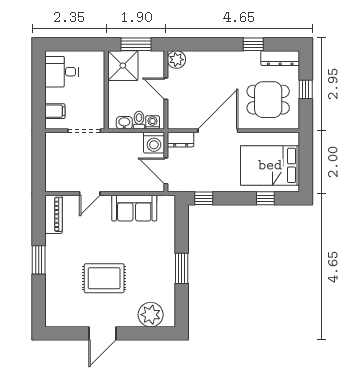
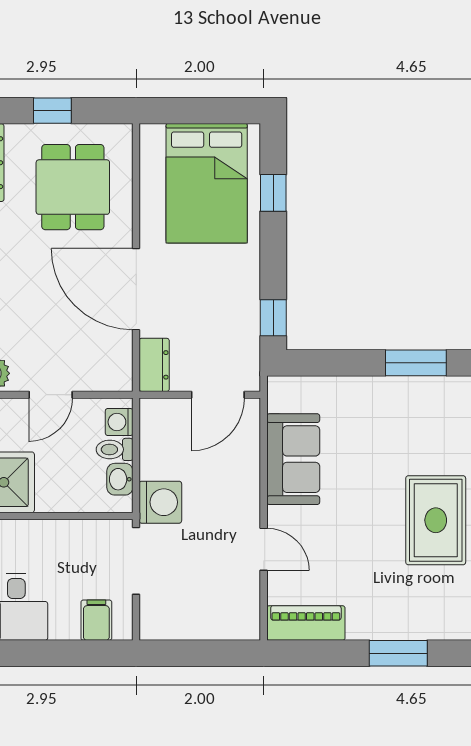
washing machine: (154, 143) -> (160, 502), moved

